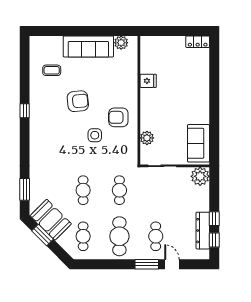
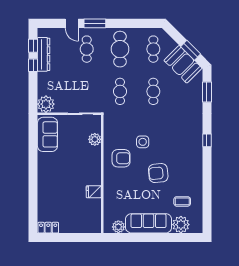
plant: (53, 45) -> (181, 225), added
window: (25, 111) -> (207, 140), moved

